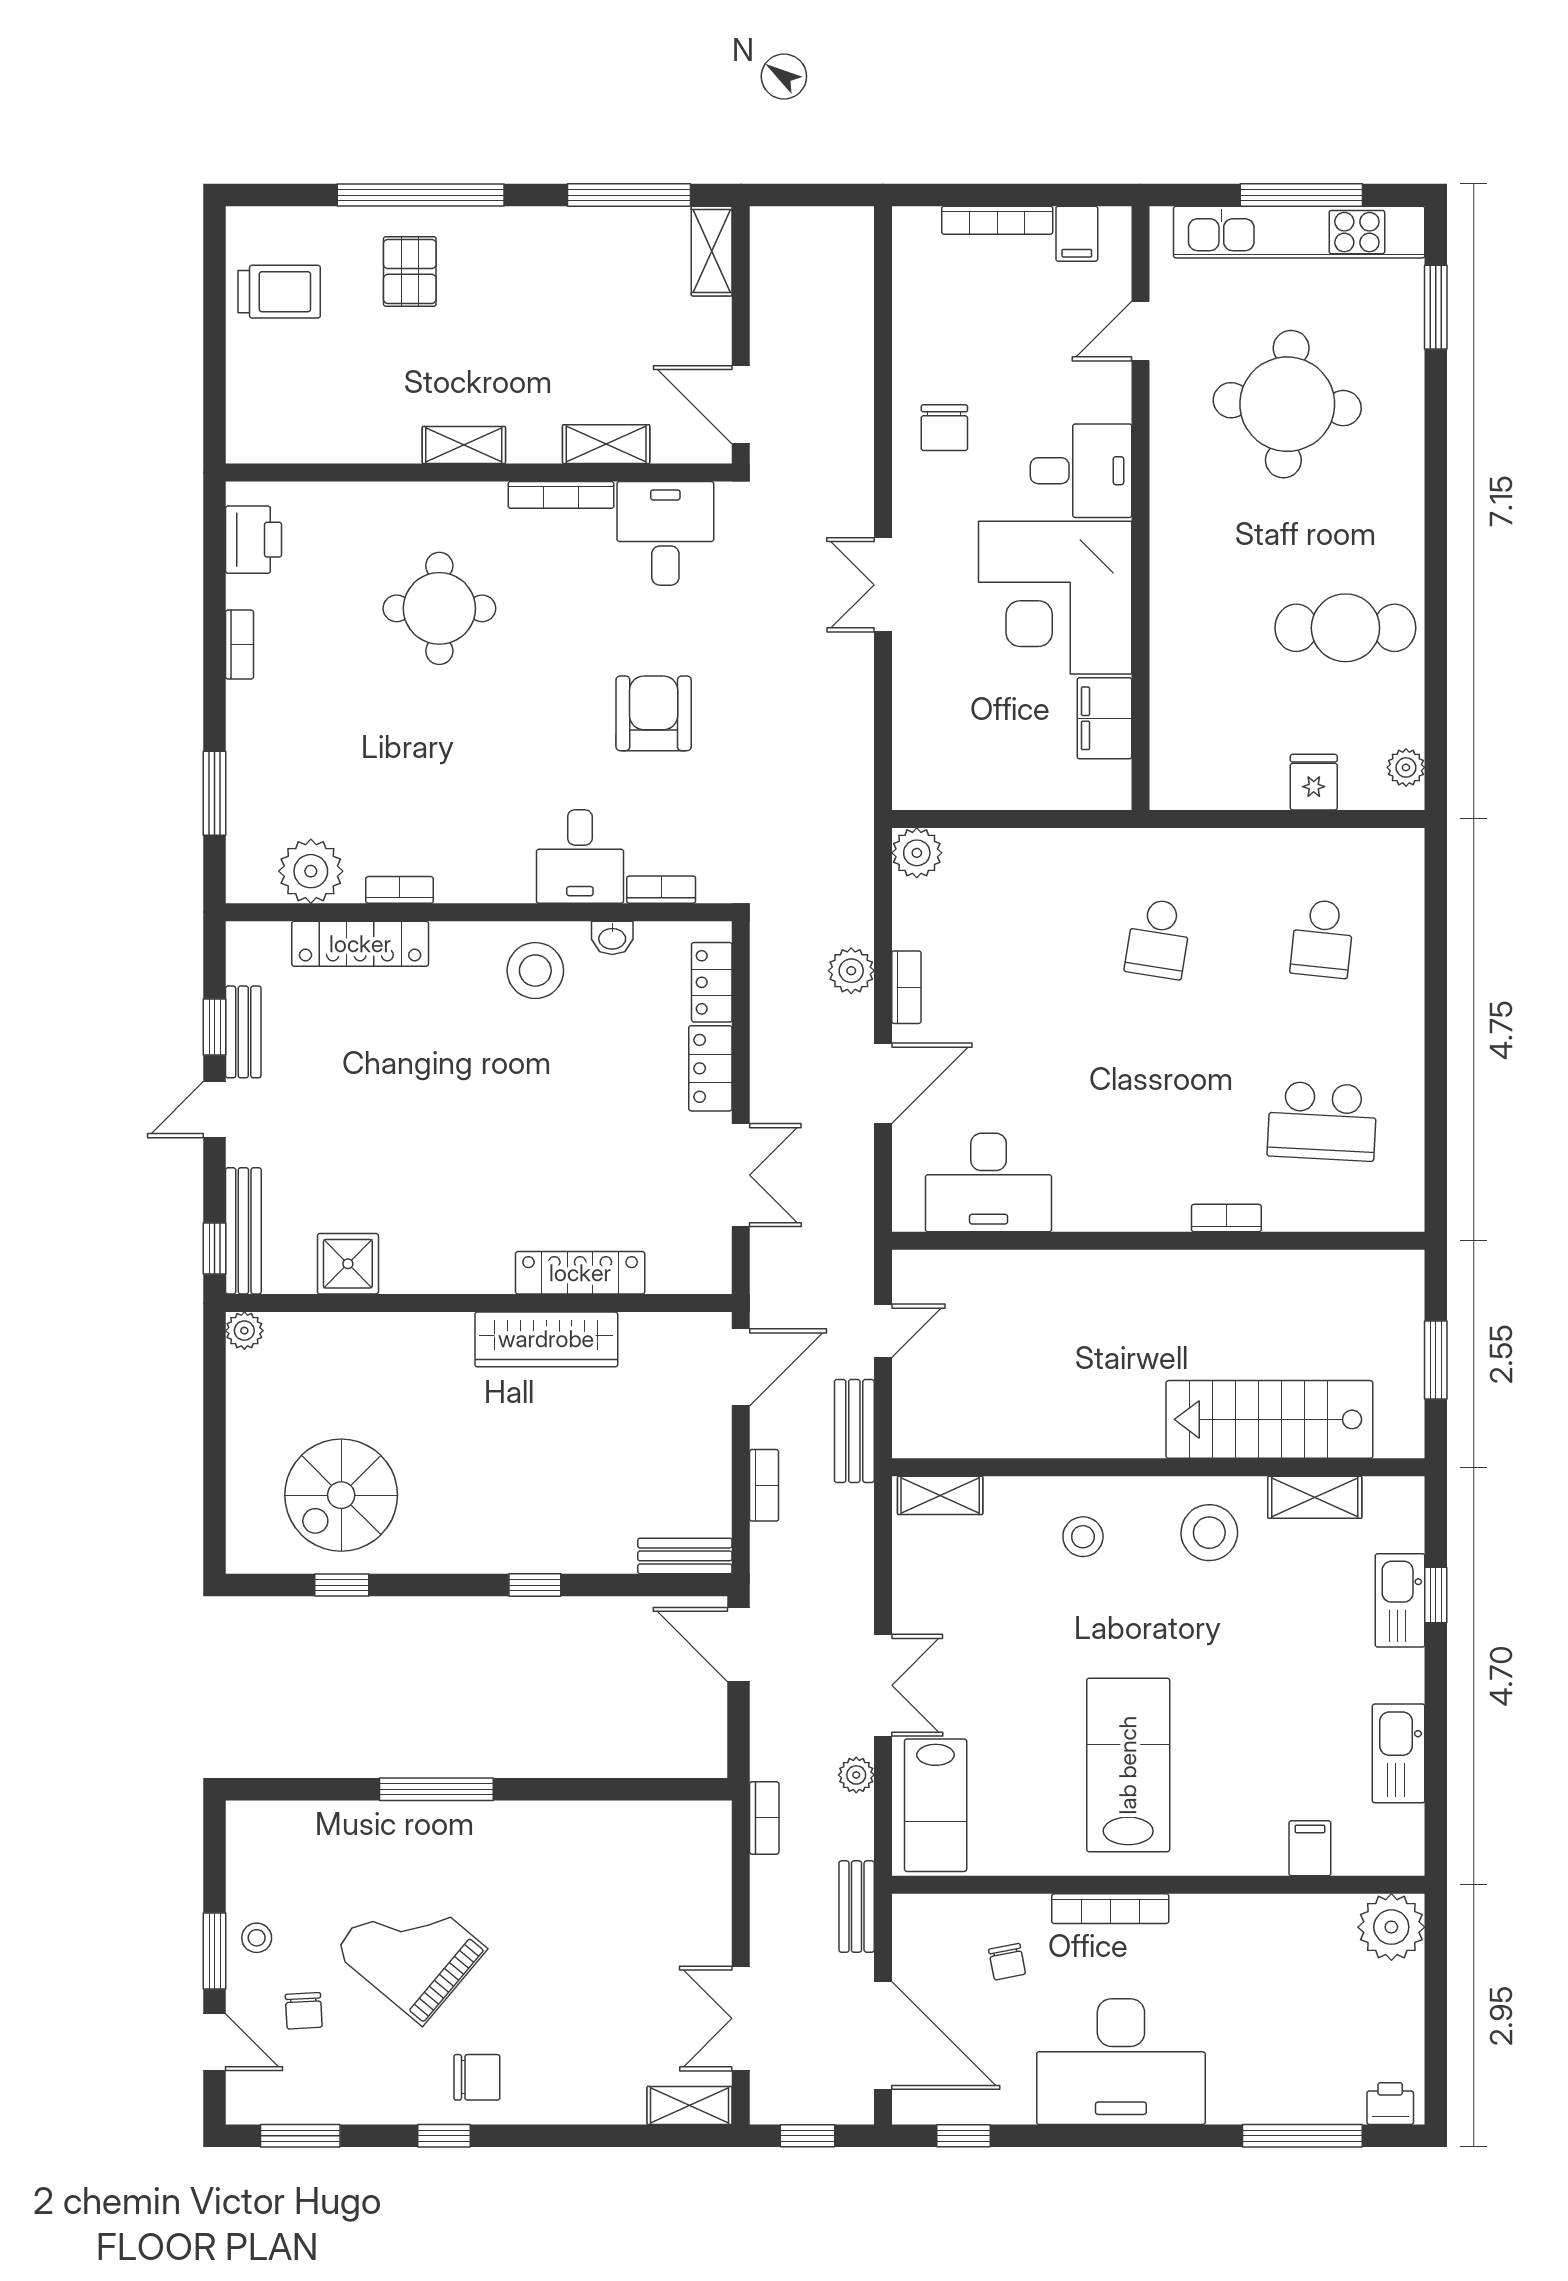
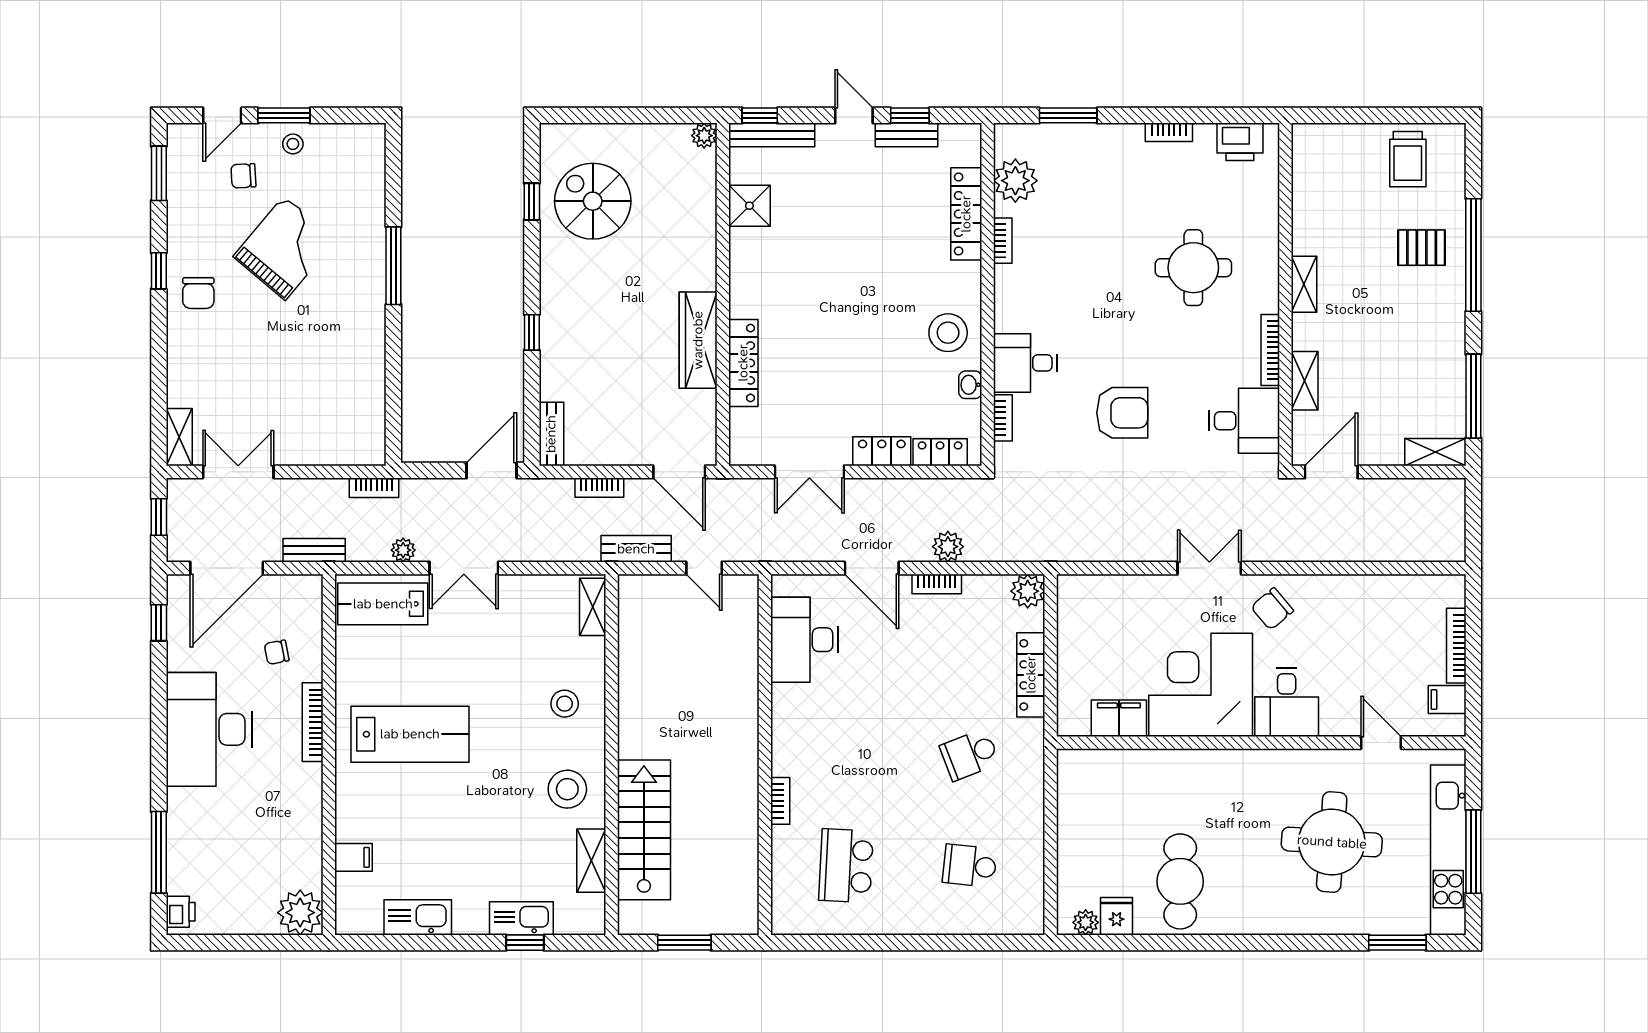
chair: (944, 428) -> (1272, 609), moved, turned -40
fridge: (1314, 782) -> (1117, 916), moved, turned -90
locker: (1041, 848) -> (1031, 675), added
school desk: (1158, 939) -> (970, 755), turned -30

